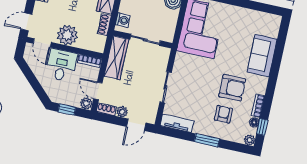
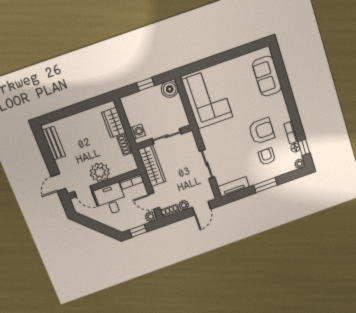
sofa: (262, 56) -> (267, 76), moved

